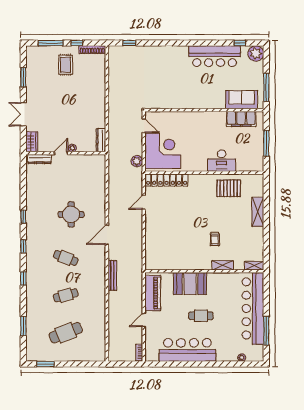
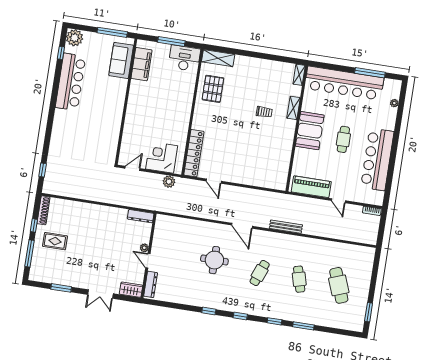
corner desk: (163, 151) -> (162, 157), width x0.74, depth x0.74
desk: (222, 161) -> (184, 58), moved, turned -90
shelving: (258, 212) -> (218, 58), moved
booth: (190, 284) -> (310, 131), moved
window: (23, 326) -> (303, 326), moved

